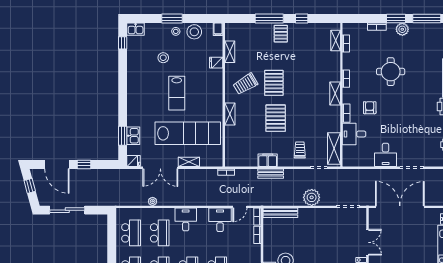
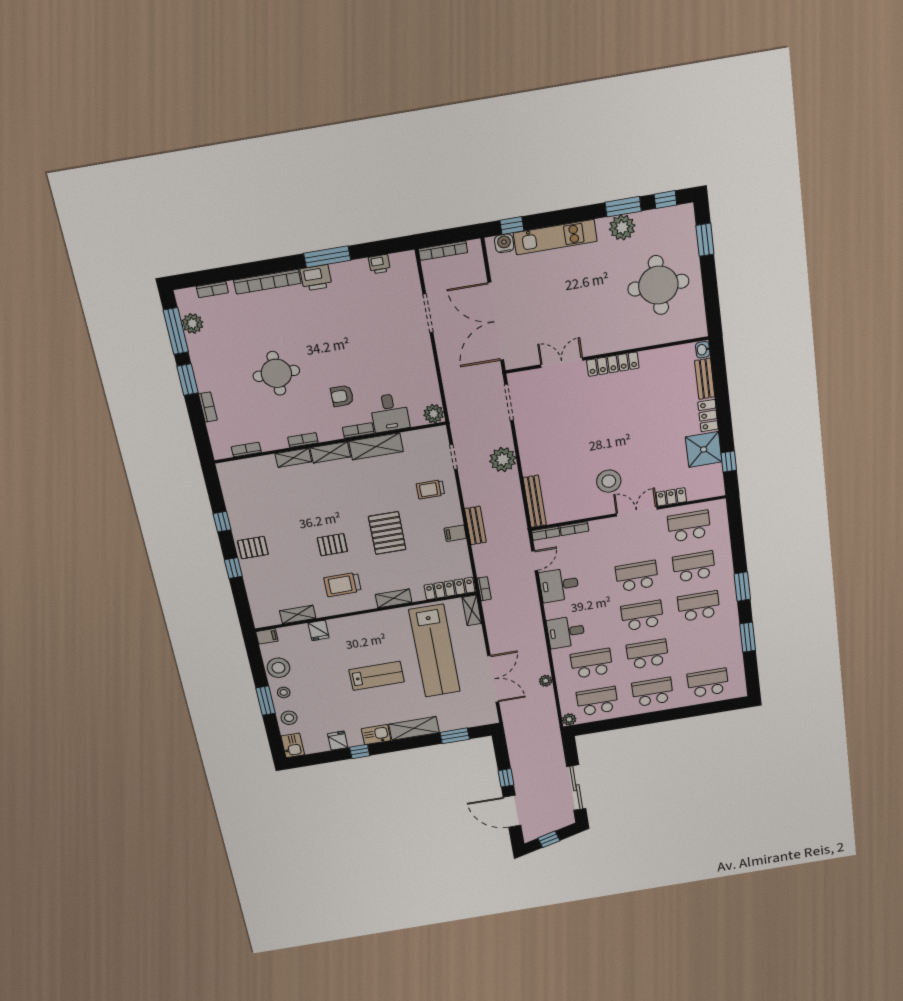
window: (269, 19) -> (233, 568), width x0.46
plant: (402, 29) -> (192, 324), moved
shelving: (336, 40) -> (293, 458), moved
window: (123, 43) -> (360, 752), moved
stool: (163, 58) -> (289, 718), moved
pallet: (274, 83) -> (332, 545), width x0.67, depth x0.71
trolley: (245, 84) -> (342, 585), turned 121
shelving: (133, 110) -> (414, 728), added
pallet: (276, 118) -> (387, 533), turned 90
lab bench: (188, 133) -> (435, 651), turned 180
kitchen sink: (133, 136) -> (376, 735), moved
shelving: (334, 148) -> (376, 446), moved
locker: (230, 150) -> (450, 589), added
desk: (386, 155) -> (414, 358), removed
filing cabinet: (268, 160) -> (455, 533), width x0.50
plant: (349, 160) -> (434, 414), added
fridge: (134, 161) -> (338, 741), moved
shelving: (189, 162) -> (472, 610), moved
door: (57, 164) -> (512, 811), swing flipped
door: (240, 207) -> (535, 561), hinge flipped
plant: (121, 213) -> (569, 719), added

